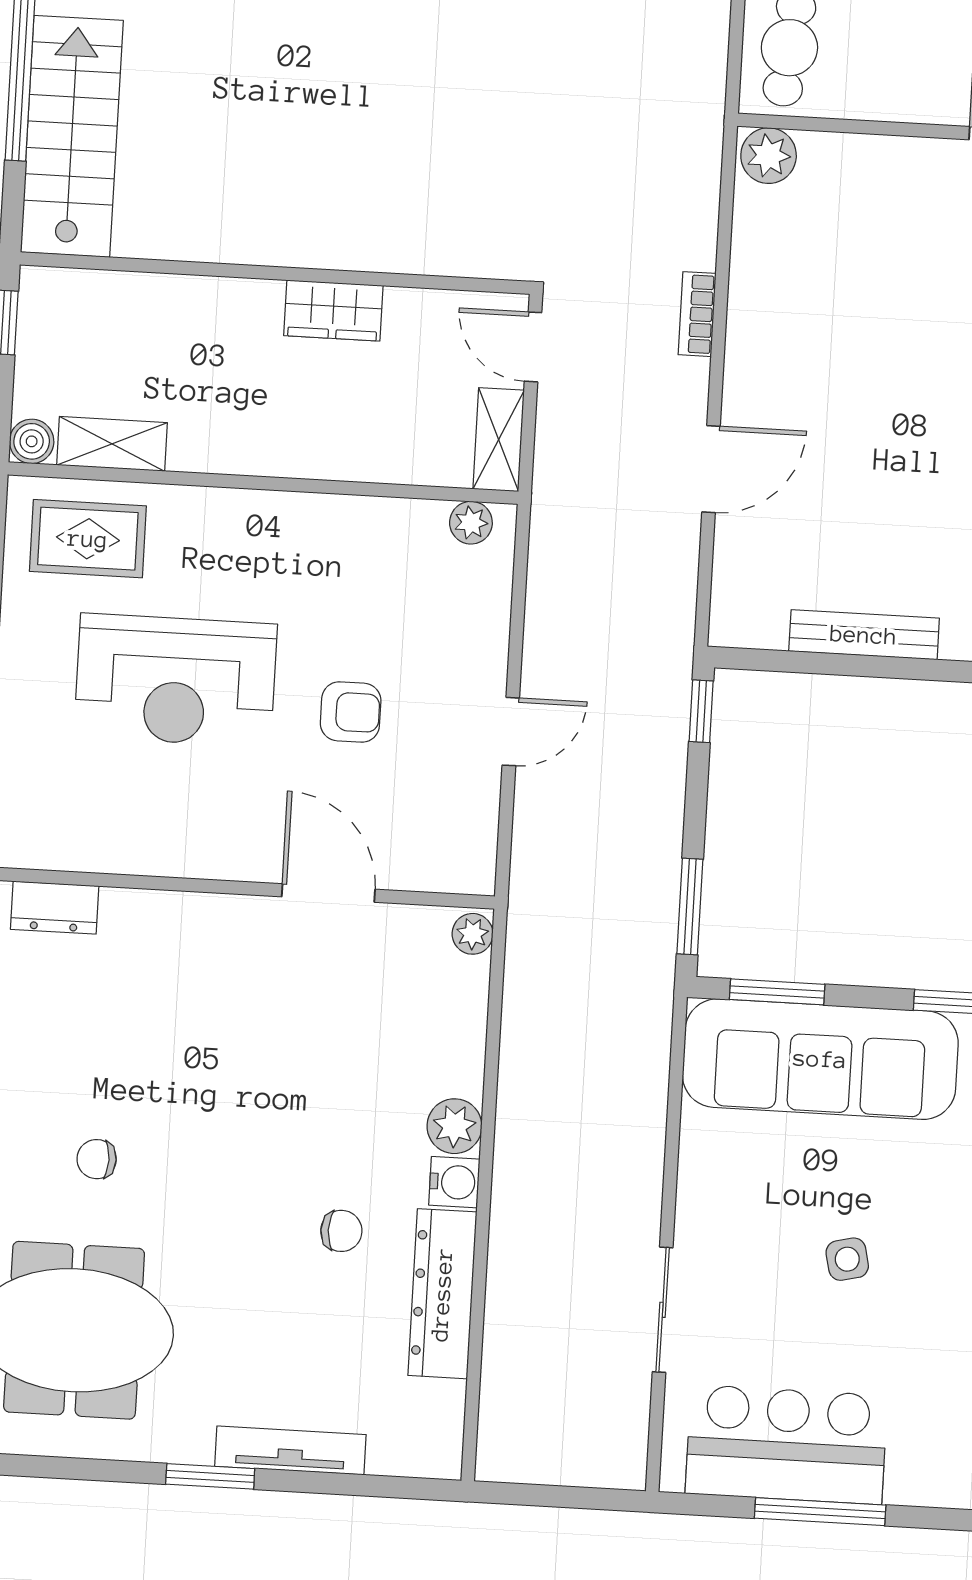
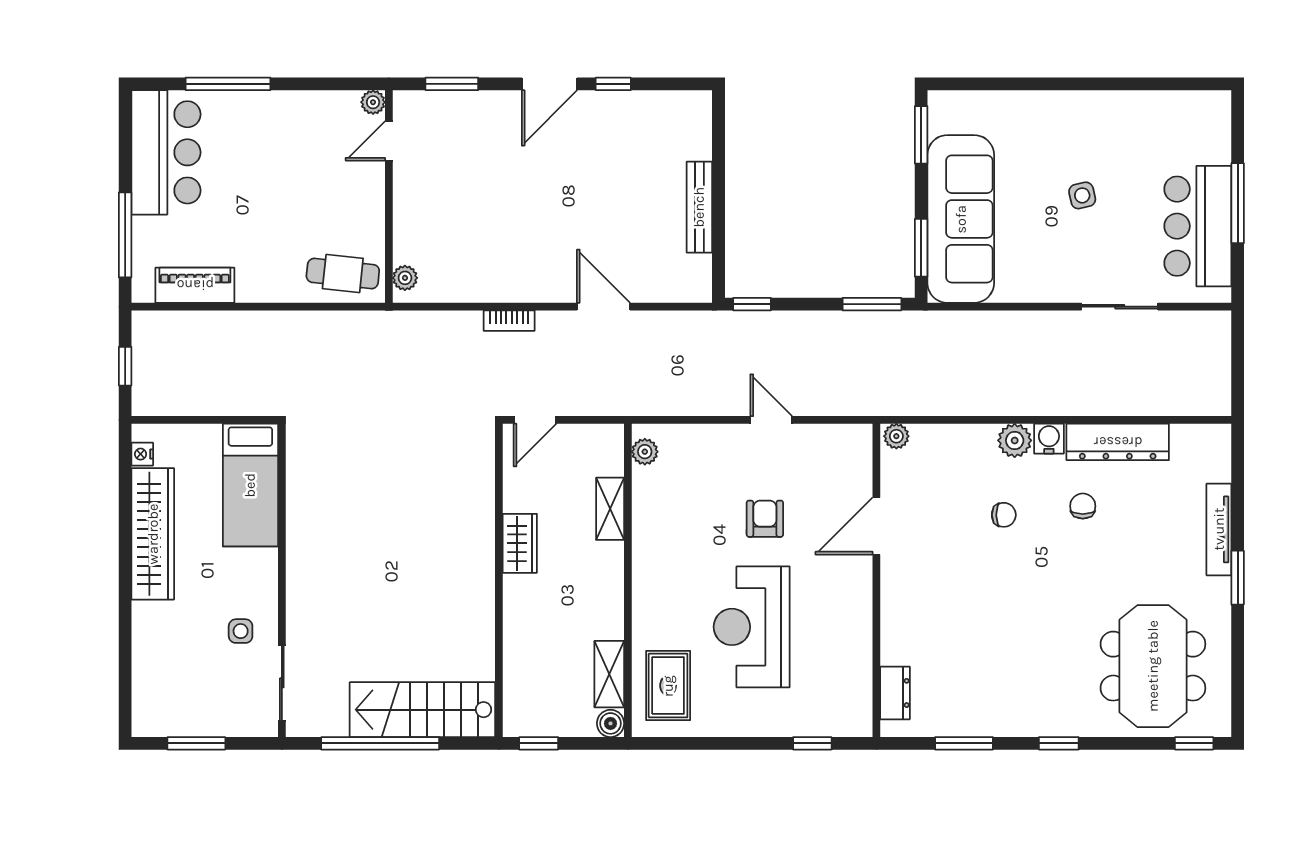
plant: (769, 156) -> (405, 278), width x0.73, depth x0.73
shelving: (499, 440) -> (610, 509), moved, turned 90
reception desk: (176, 680) -> (752, 627), turned 180
chair: (97, 1159) -> (1004, 515), moved, turned -90

